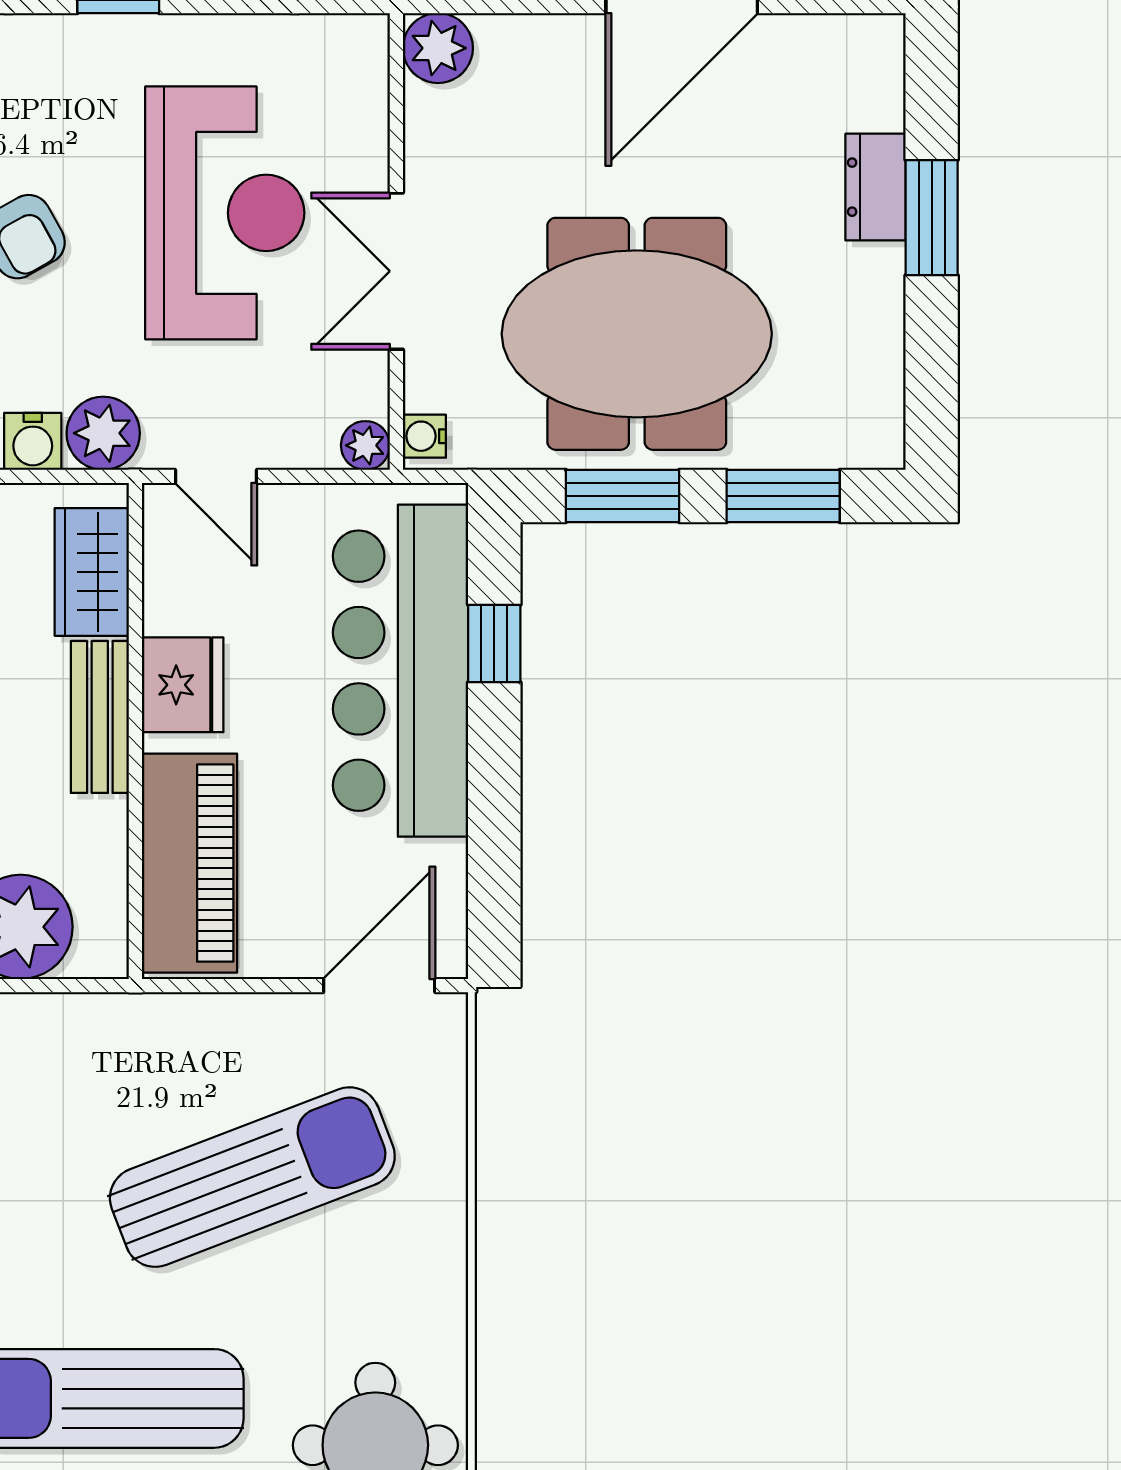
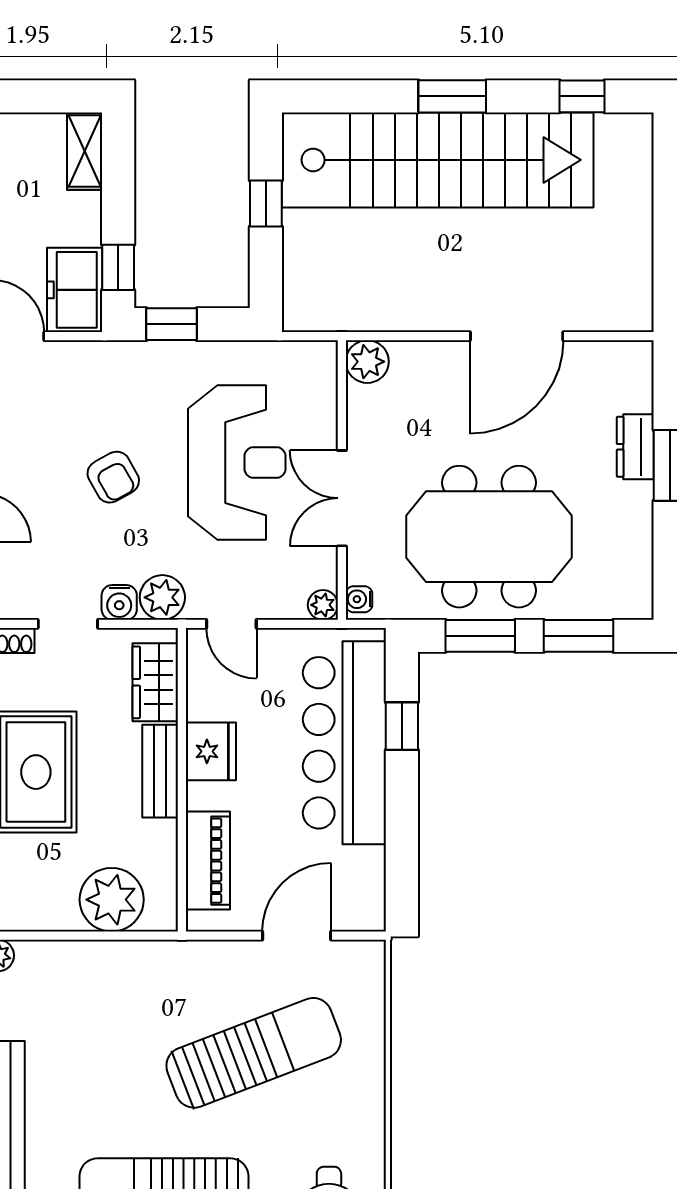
piano: (189, 863) -> (208, 861), width x0.73, depth x0.75
door: (379, 986) -> (297, 936), moved

